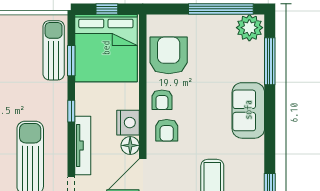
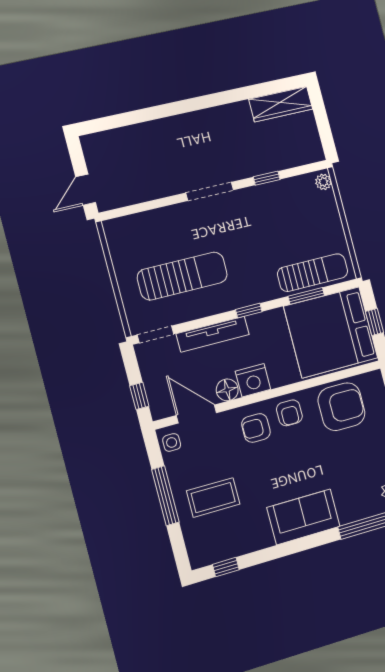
armchair: (162, 100) -> (289, 413), turned -90

